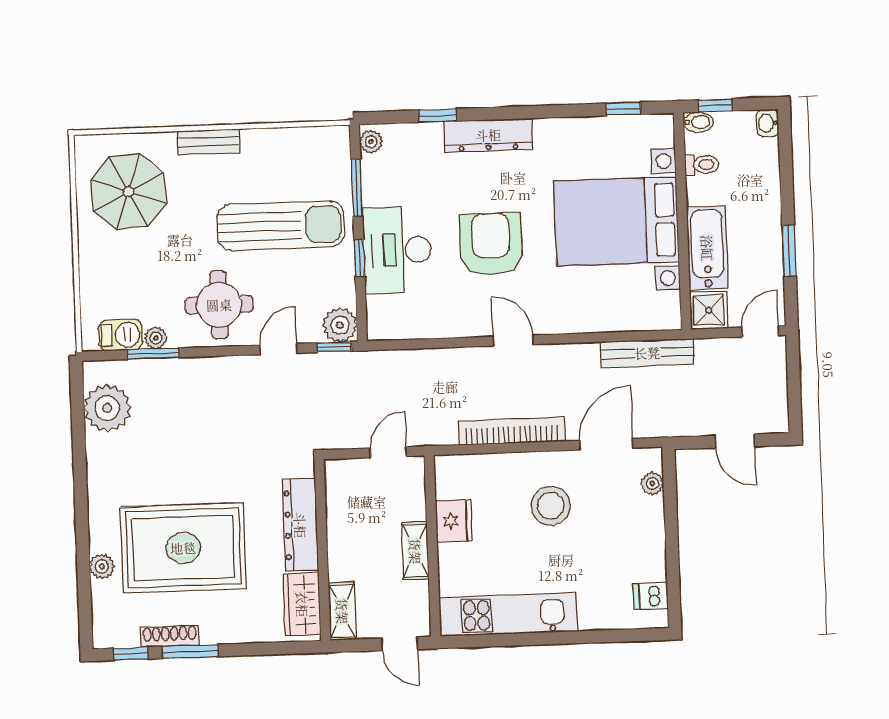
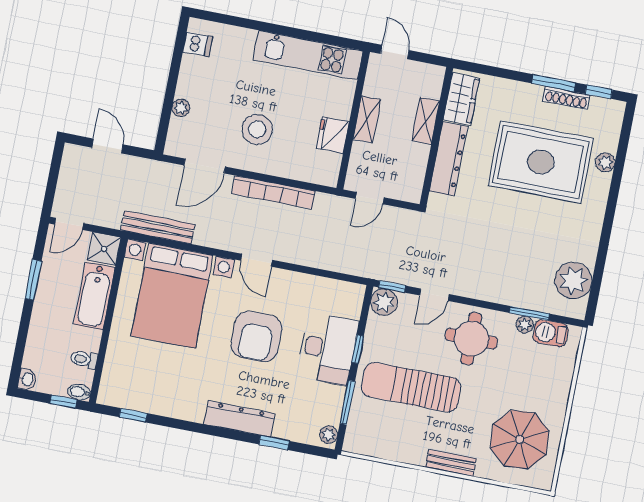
bed with nightstands: (617, 221) -> (172, 296), moved, turned 90
plant: (652, 484) -> (181, 108), moved
shelving: (342, 611) -> (426, 121), moved

